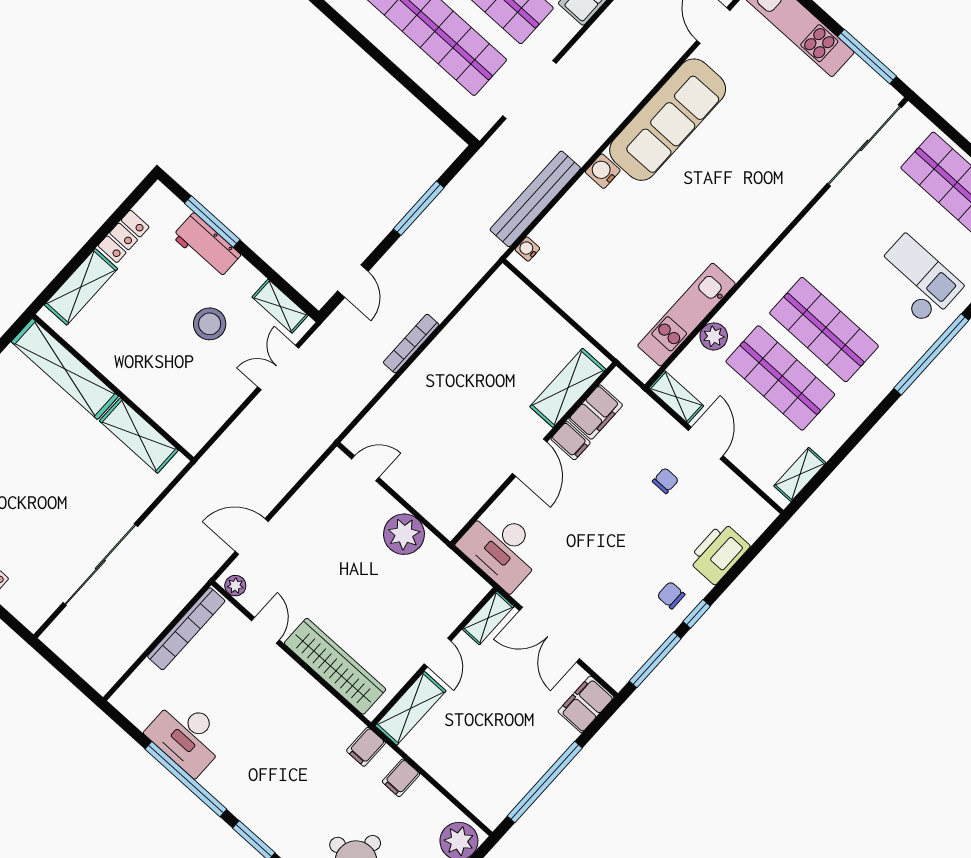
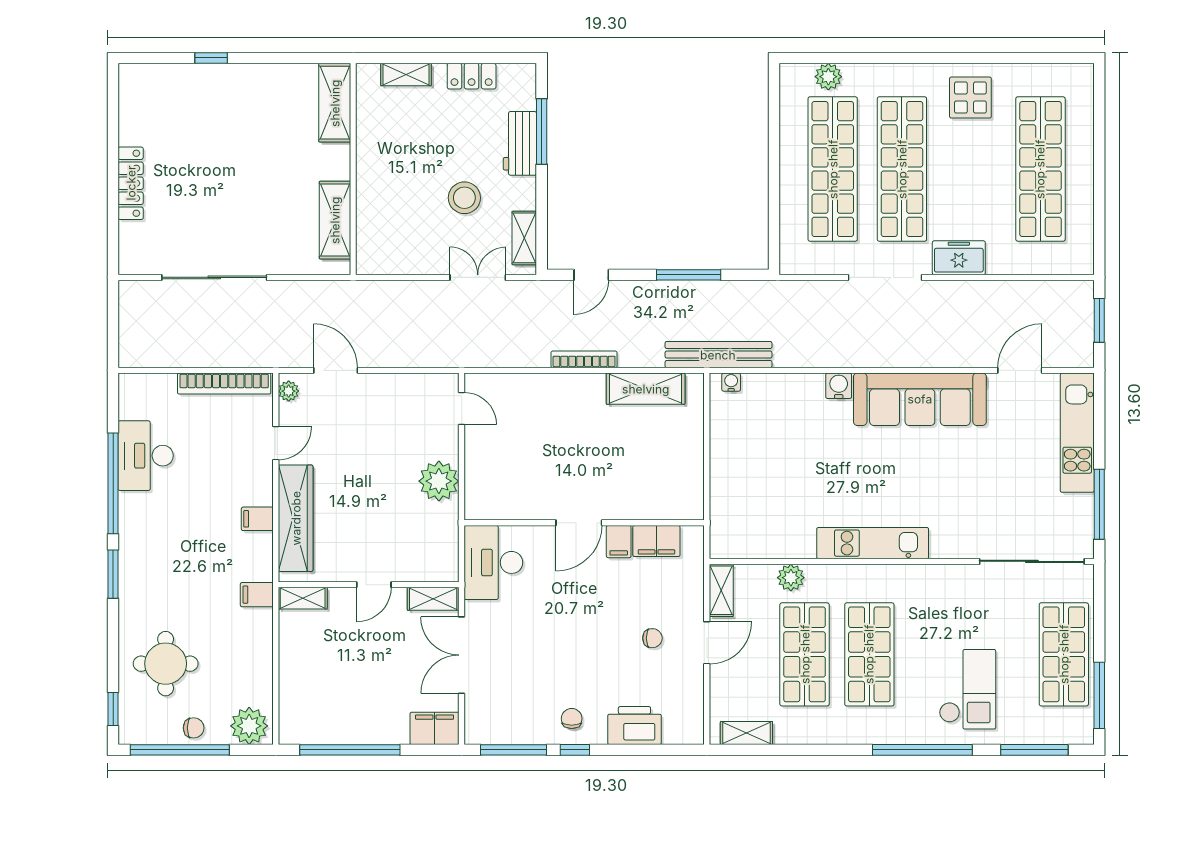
doorway: (529, 90) -> (885, 277), moved
bench: (535, 199) -> (718, 355), moved
shelving: (81, 287) -> (406, 75), width x0.67, depth x0.75
kitchen unit: (687, 315) -> (873, 543), moved
shelving: (65, 369) -> (335, 103), width x0.68
shelving: (568, 388) -> (646, 389), moved
shelving: (411, 708) -> (303, 598), width x0.67, depth x0.75
filing cabinet: (401, 778) -> (257, 519), moved

